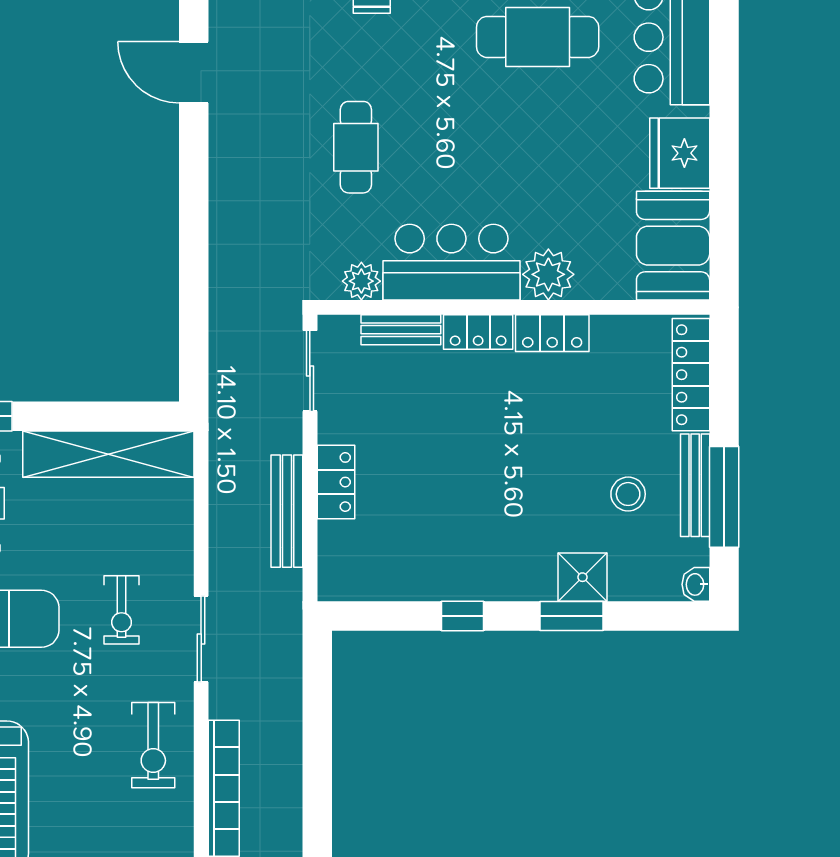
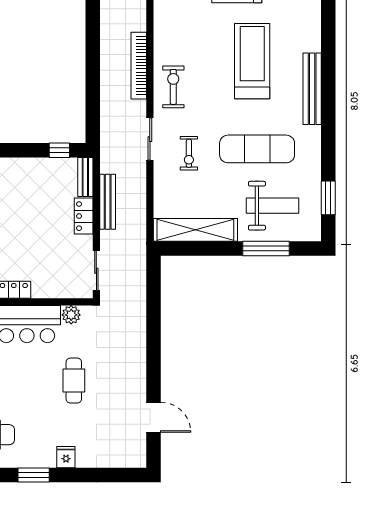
bench: (401, 330) -> (85, 177), moved, turned 90
exercise bike: (122, 610) -> (189, 153), turned 180
window: (462, 616) -> (59, 150), moved

